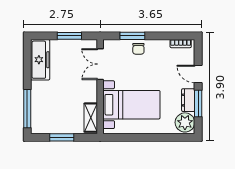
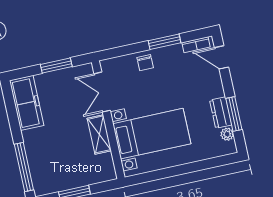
window: (132, 36) -> (164, 42), moved
door: (198, 74) -> (221, 57), moved
shelving: (91, 118) -> (99, 134), moved
plant: (185, 122) -> (227, 134), width x0.53, depth x0.53

